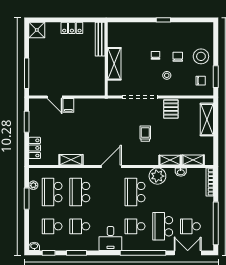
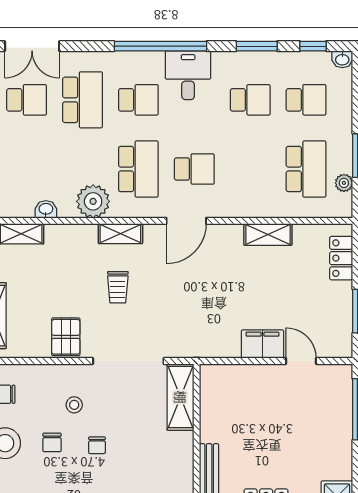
shelving: (114, 64) -> (181, 397), moved
filing cabinet: (68, 105) -> (262, 344), width x2.00
shelving: (170, 160) -> (120, 234), moved
school desk: (80, 192) -> (194, 169), moved, width x0.54
window: (143, 253) -> (160, 46), moved

